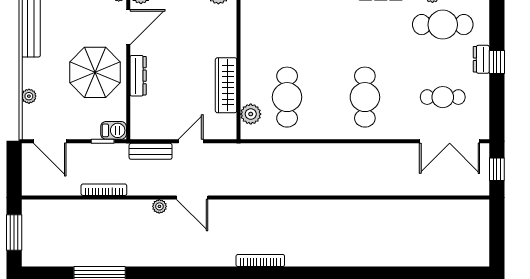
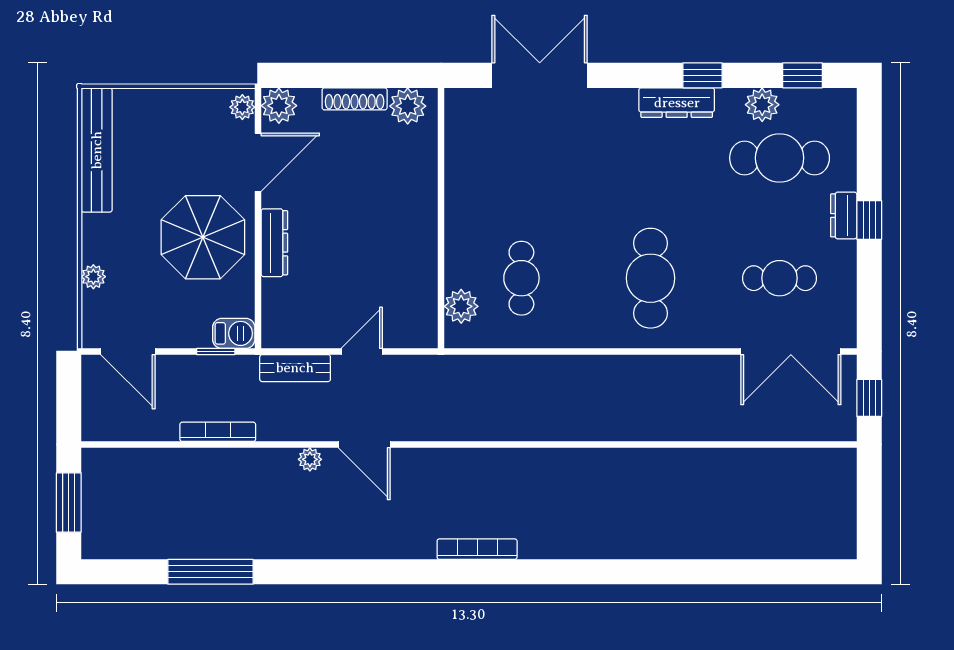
wardrobe: (226, 85) -> (420, 259), removed
cafe table: (287, 97) -> (521, 278), width x0.73, depth x0.74

